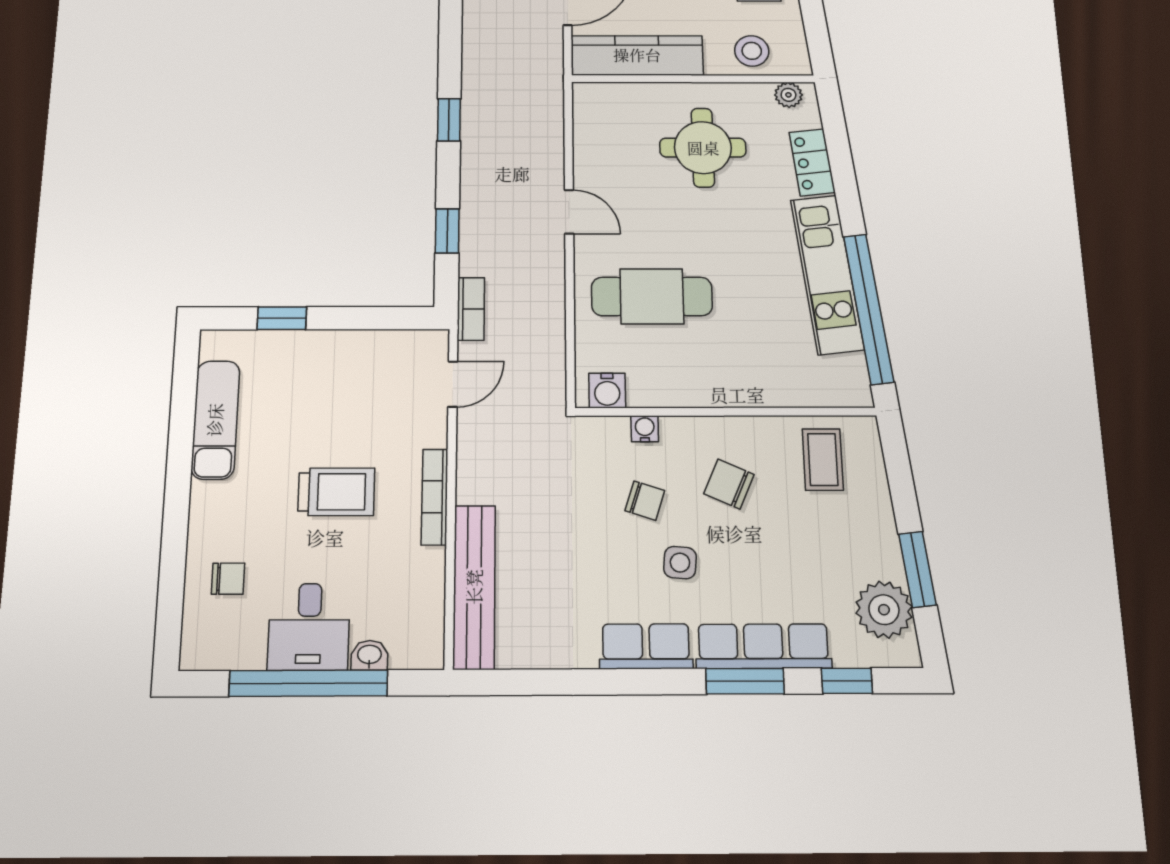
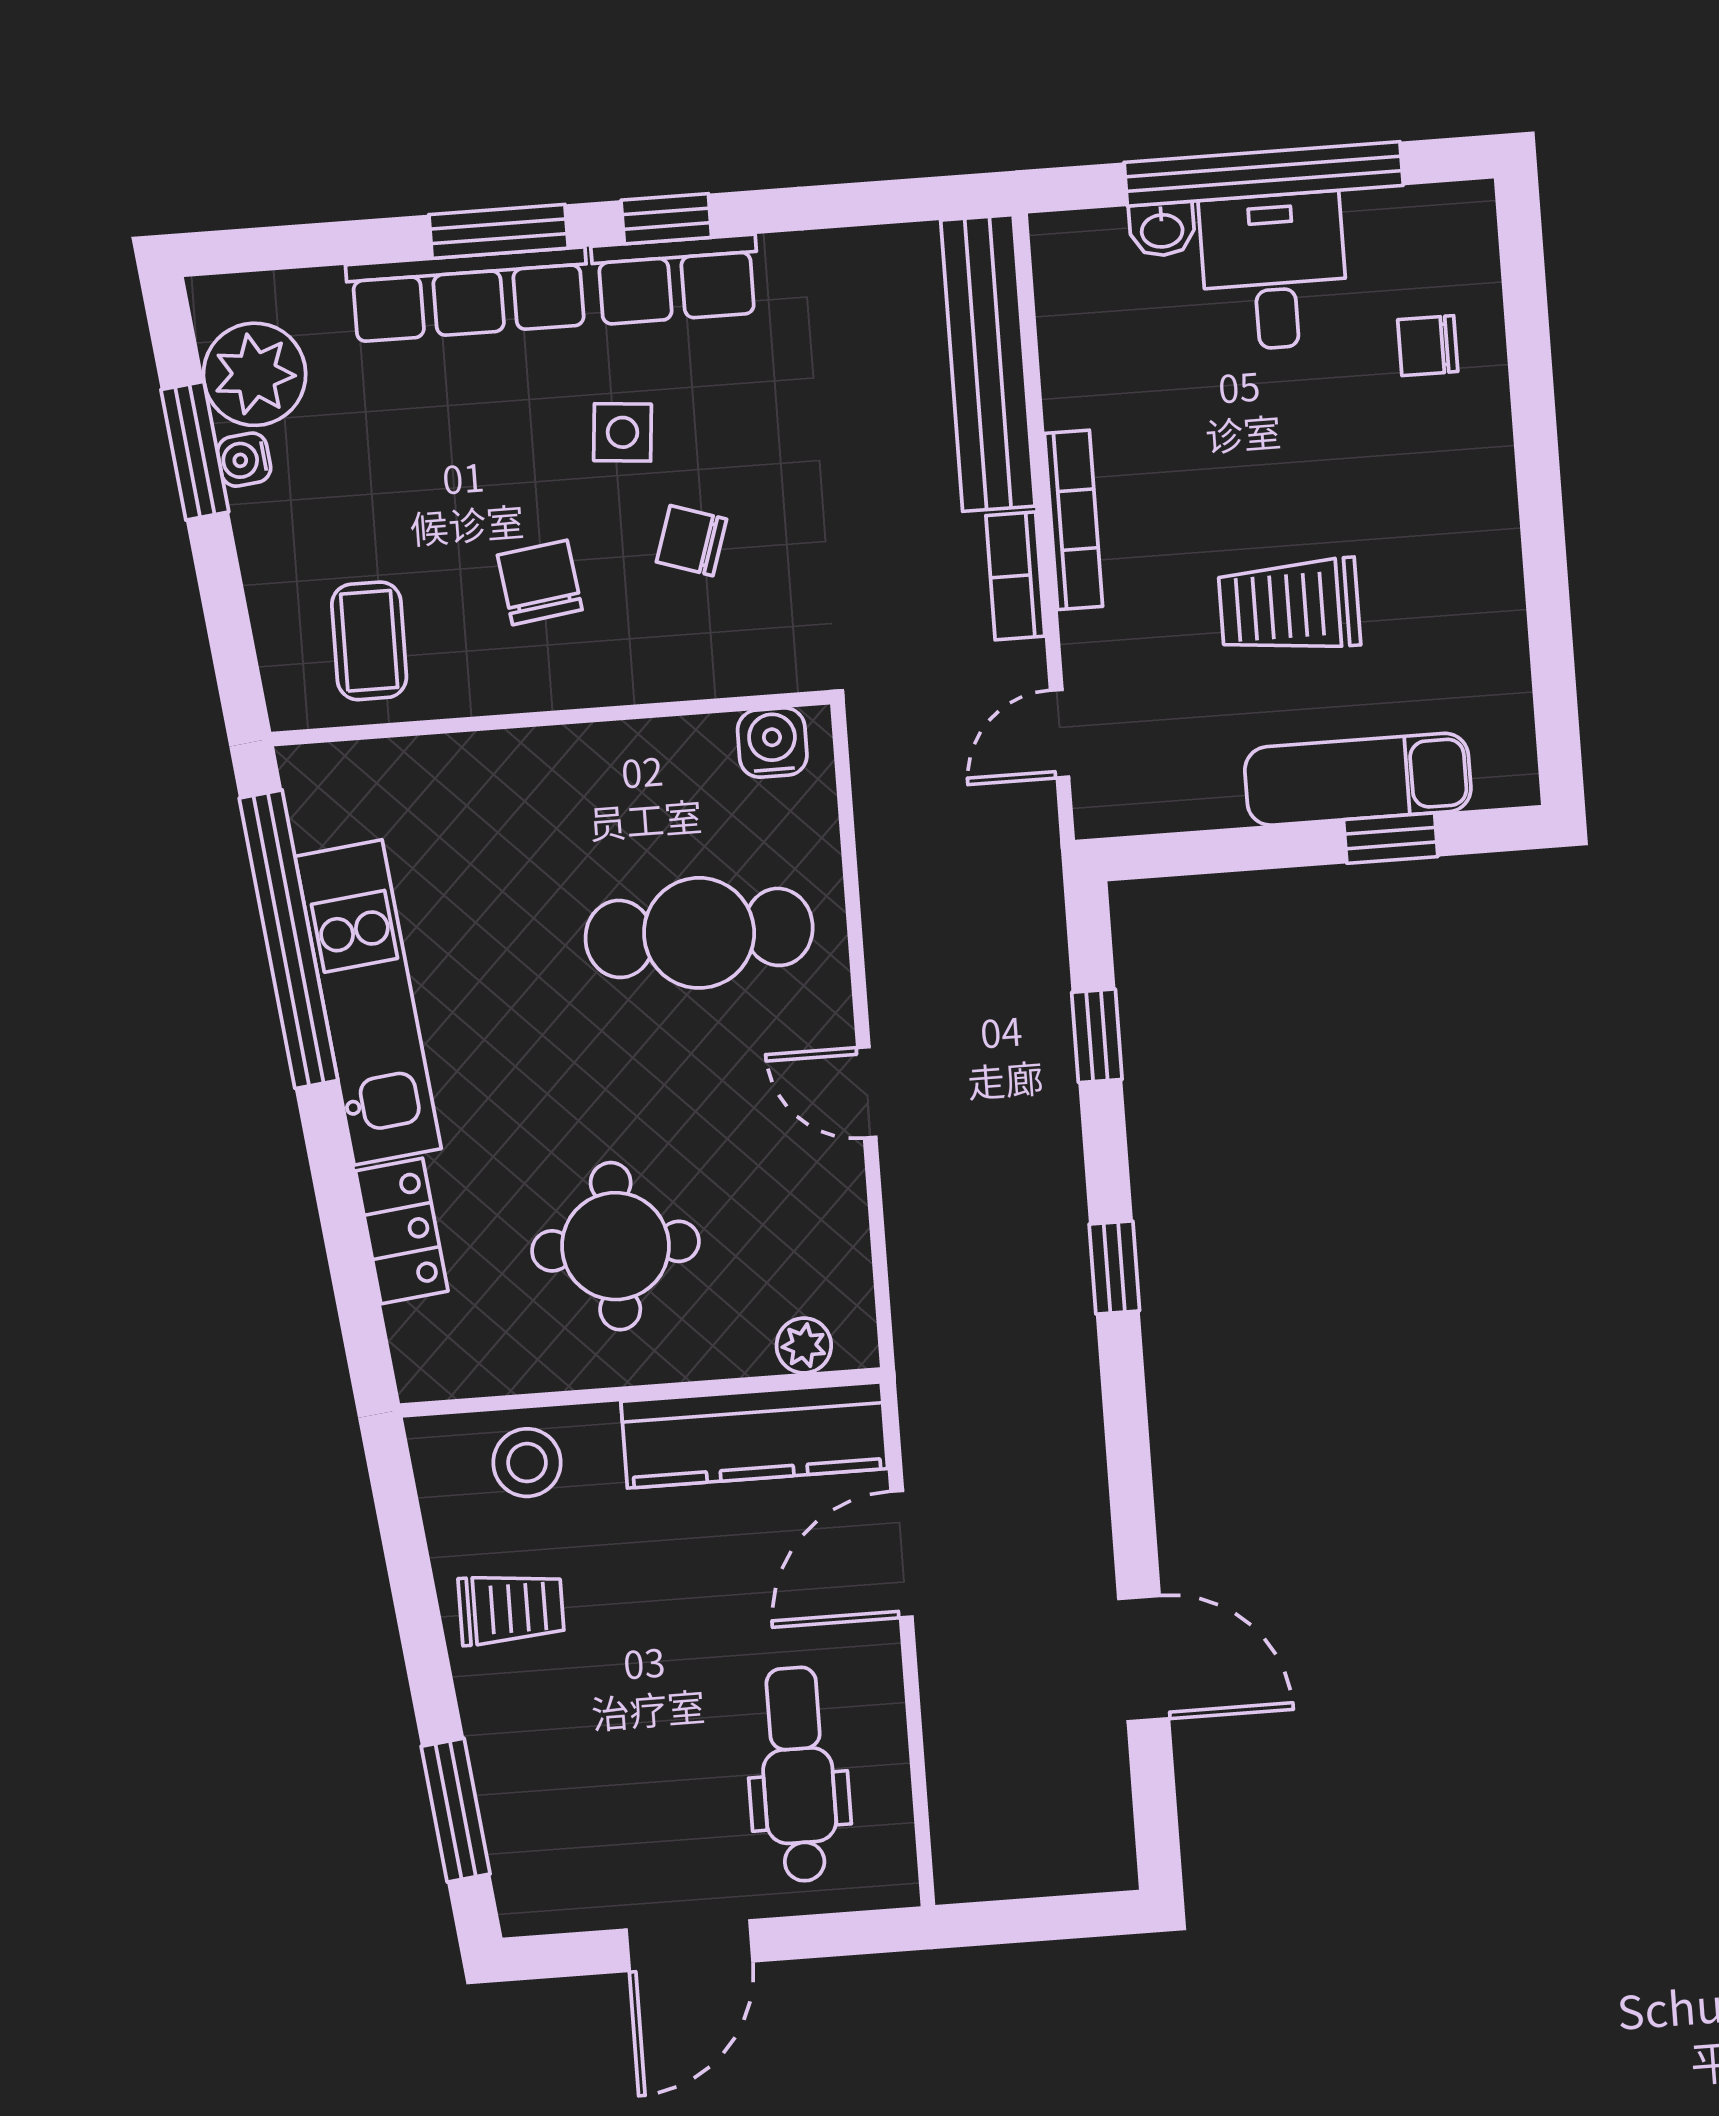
plant: (788, 95) -> (804, 1346), moved
bookcase: (471, 309) -> (1015, 576), moved
exam couch: (215, 420) -> (1358, 779), moved, turned 90
water cooler: (645, 429) -> (244, 460), moved, turned 83
chair: (729, 484) -> (540, 582), turned -122
trolley: (336, 492) -> (1289, 606), moved
window: (847, 681) -> (666, 219), moved

